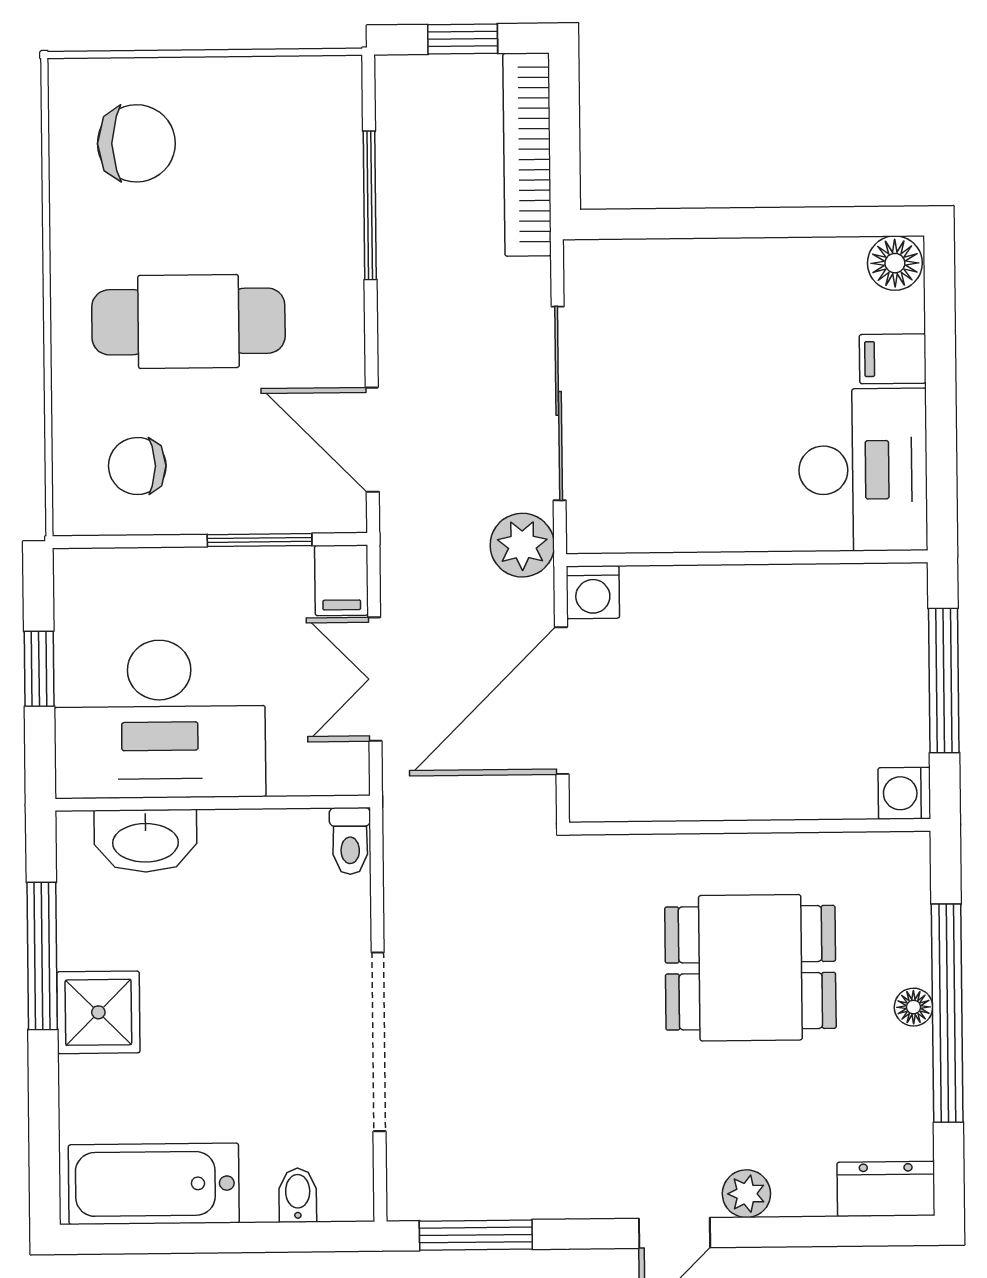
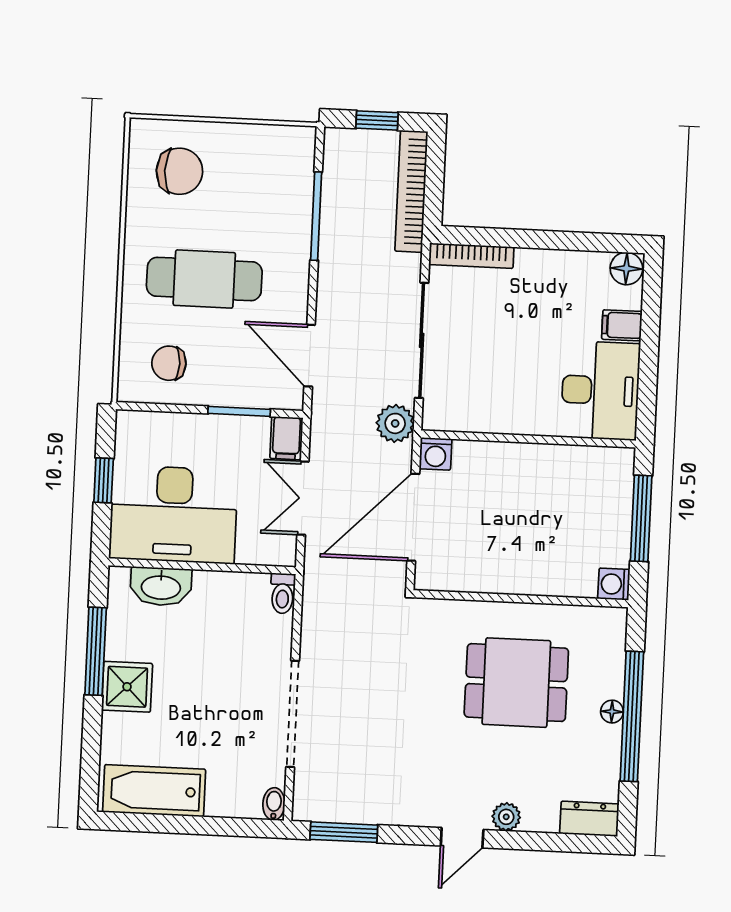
bookcase: (634, 257) -> (471, 256), added
bidet: (298, 1195) -> (274, 804), moved

